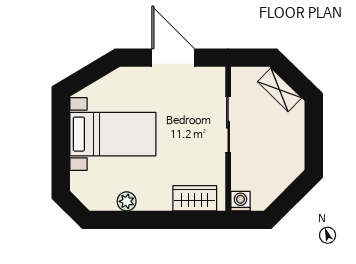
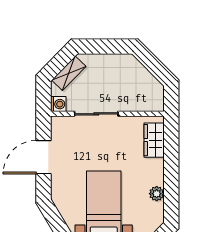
washing machine: (240, 201) -> (58, 104), moved, turned 180

